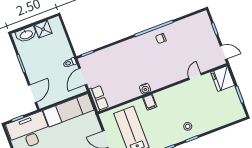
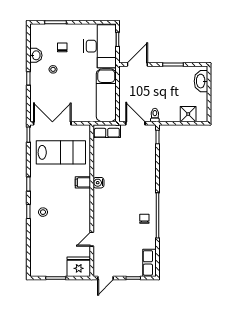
row of seats: (197, 20) -> (149, 263), added
shower: (43, 29) -> (188, 114), moved
door: (195, 76) -> (92, 239), swing flipped
door: (33, 94) -> (137, 65), swing flipped

